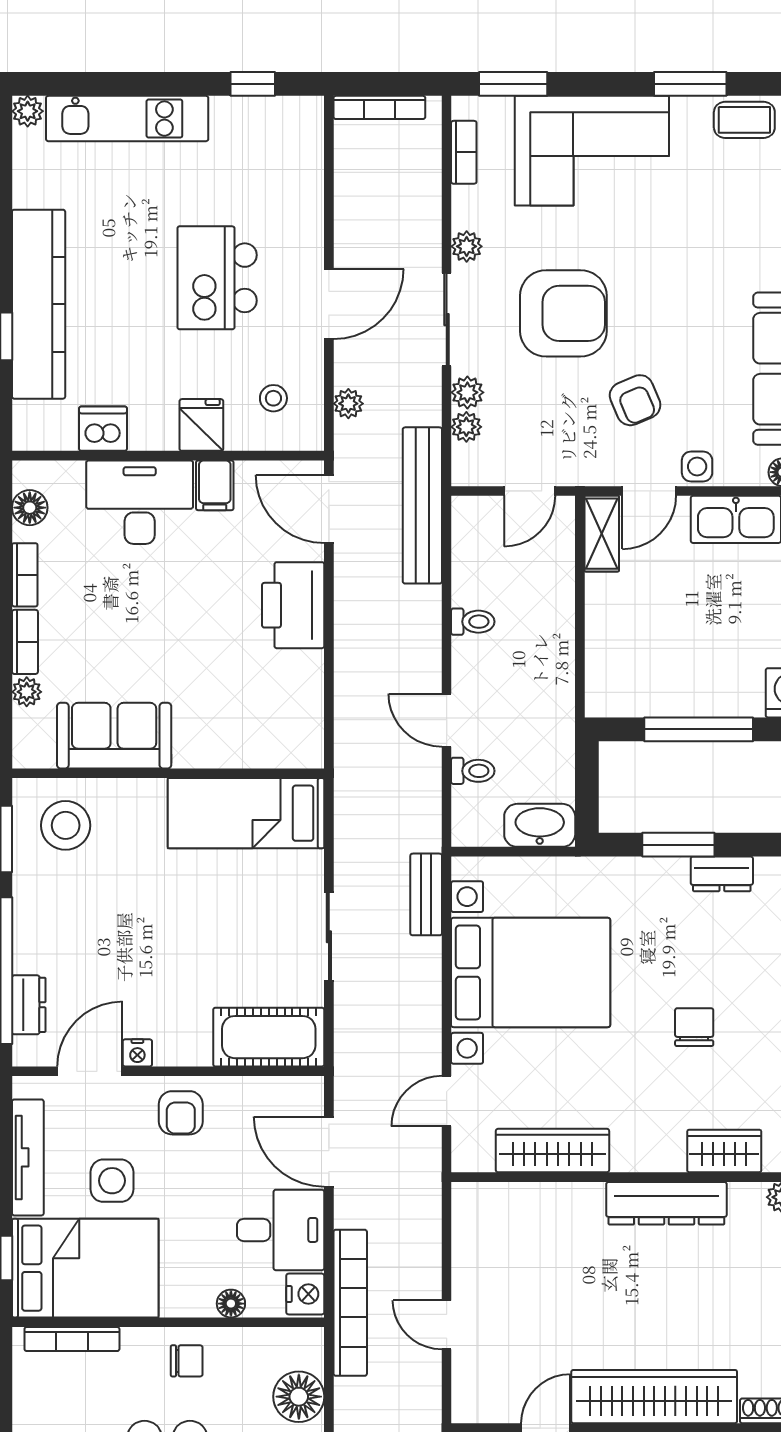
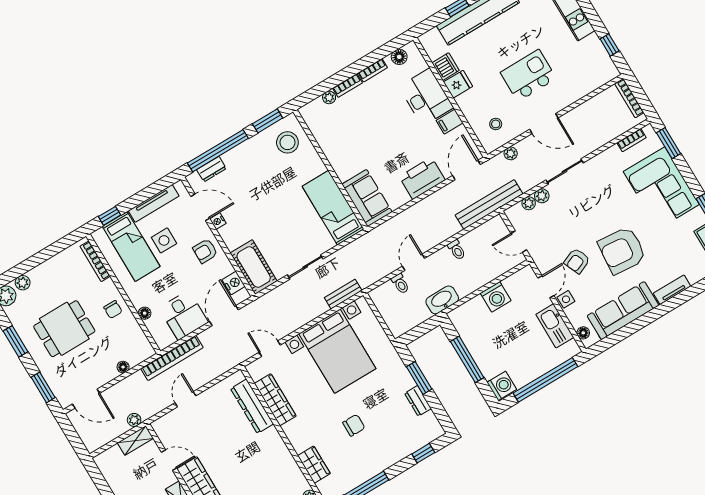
plant: (467, 246) -> (597, 162), removed
armchair: (563, 313) -> (622, 250), moved, turned 95
fridge: (201, 425) -> (458, 84), moved
door: (649, 491) -> (546, 287), swing flipped
shelving: (602, 534) -> (519, 278), removed
washing machine: (610, 601) -> (496, 297), added
sofa: (114, 736) -> (367, 198), moved
washbasin: (540, 825) -> (442, 300), moved, turned -90
dresser: (666, 1203) -> (252, 406), moved
bed: (85, 1268) -> (131, 246), width x0.67
nightstand: (305, 1294) -> (234, 283), moved, turned -90
floor lamp: (299, 1397) -> (123, 367), width x0.53, depth x0.53

